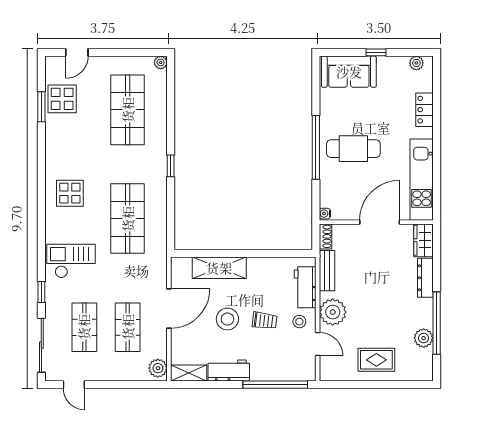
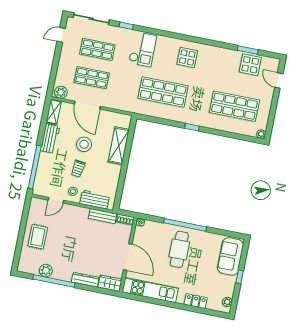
door: (169, 309) -> (87, 105), moved
plant: (333, 312) -> (75, 214), removed

